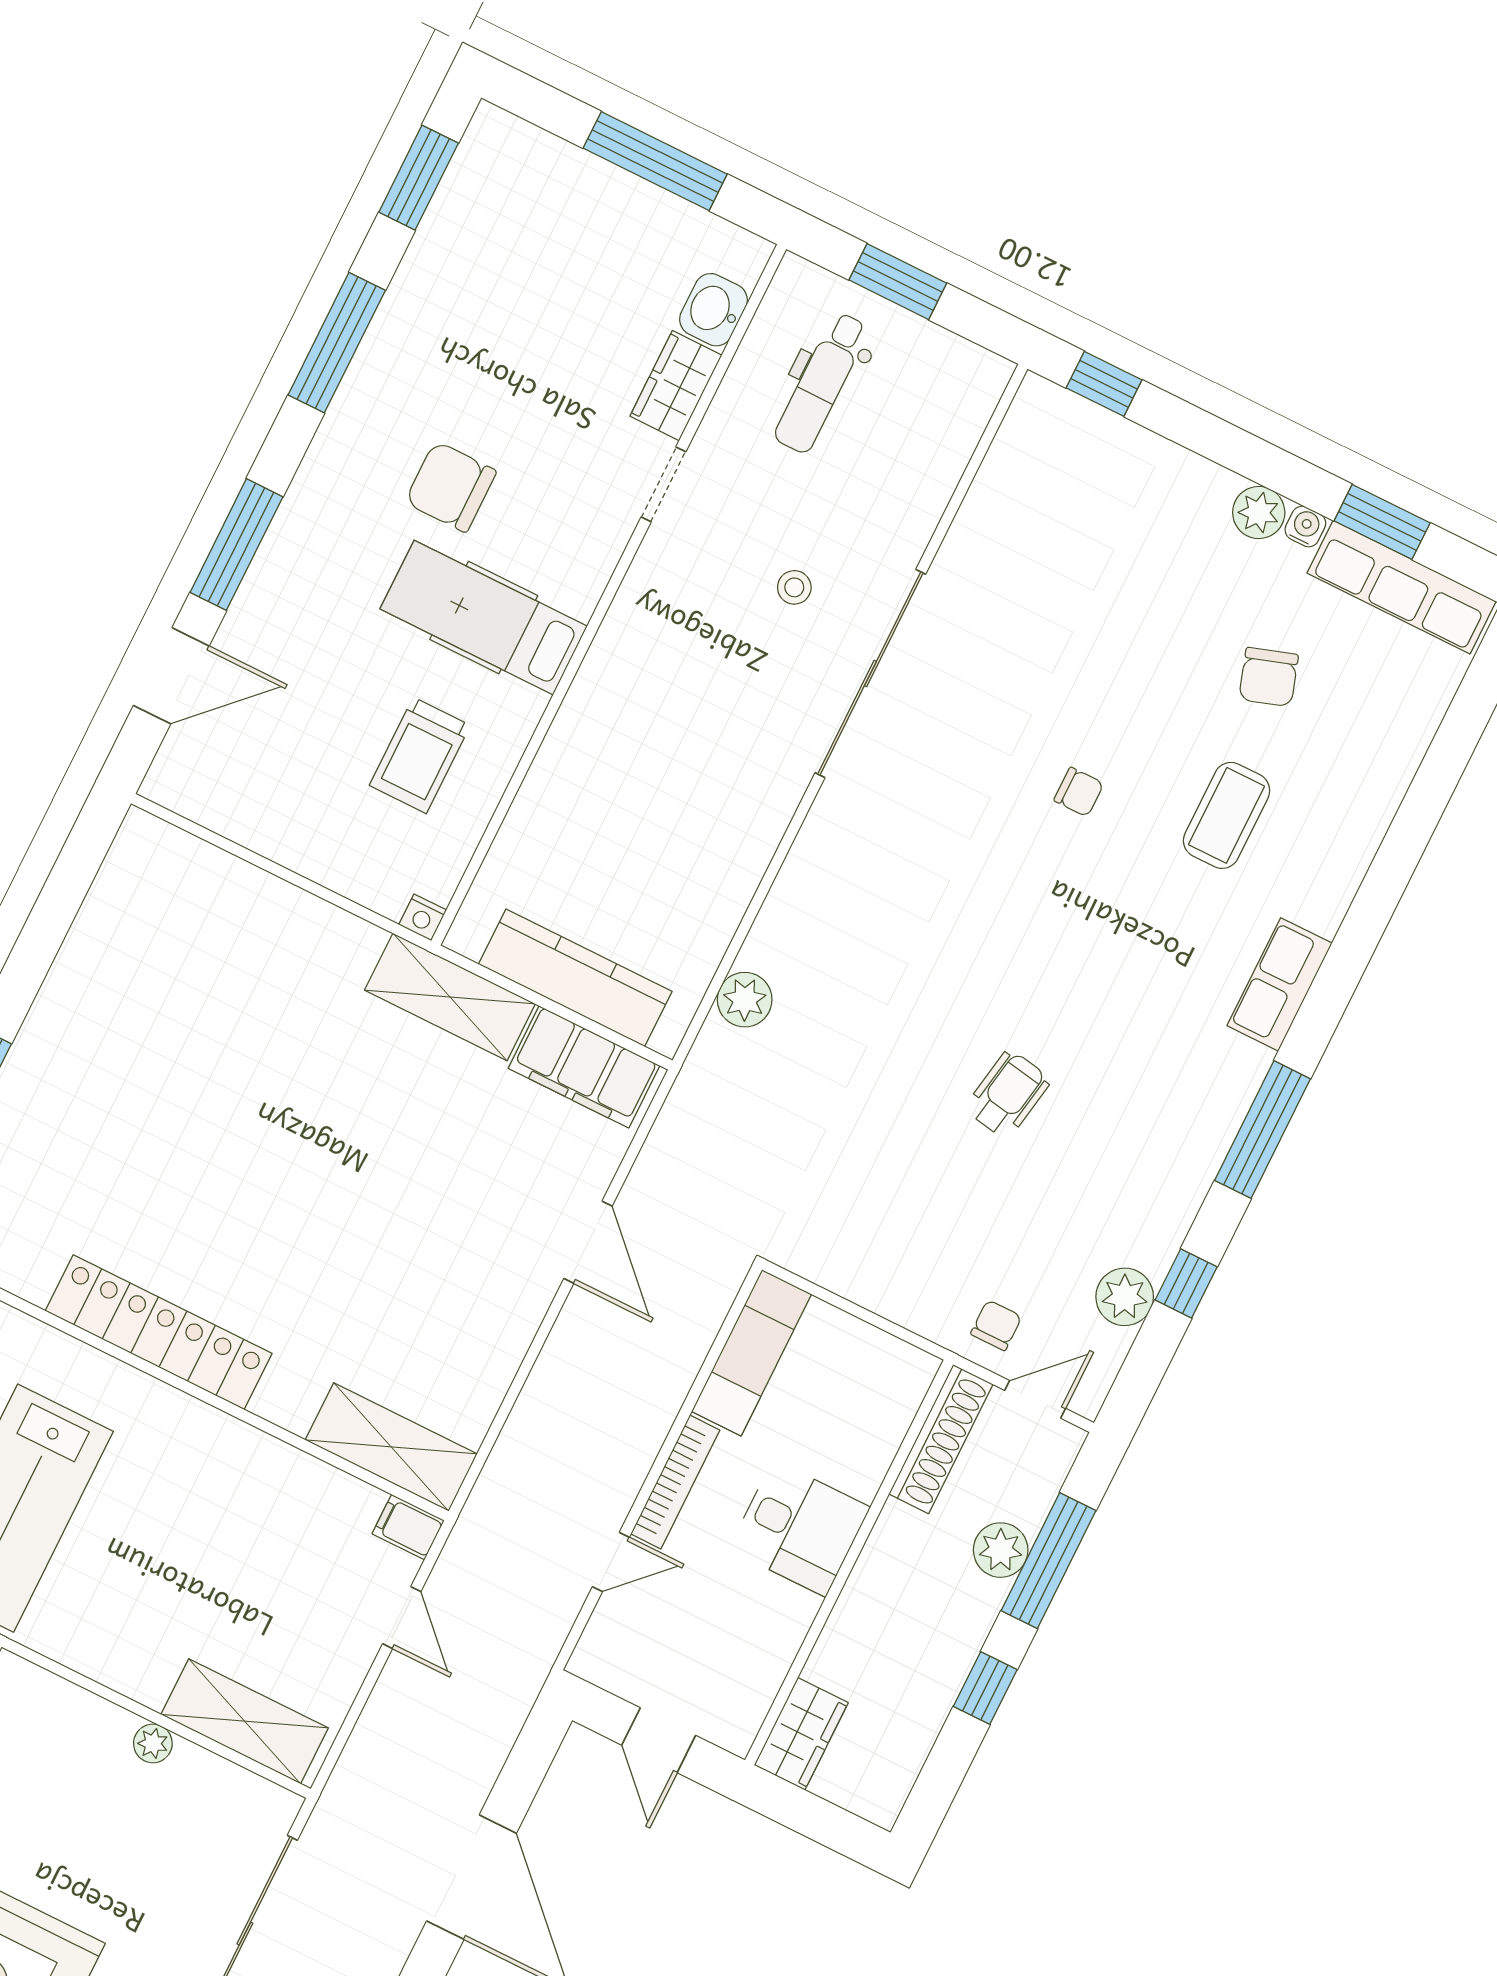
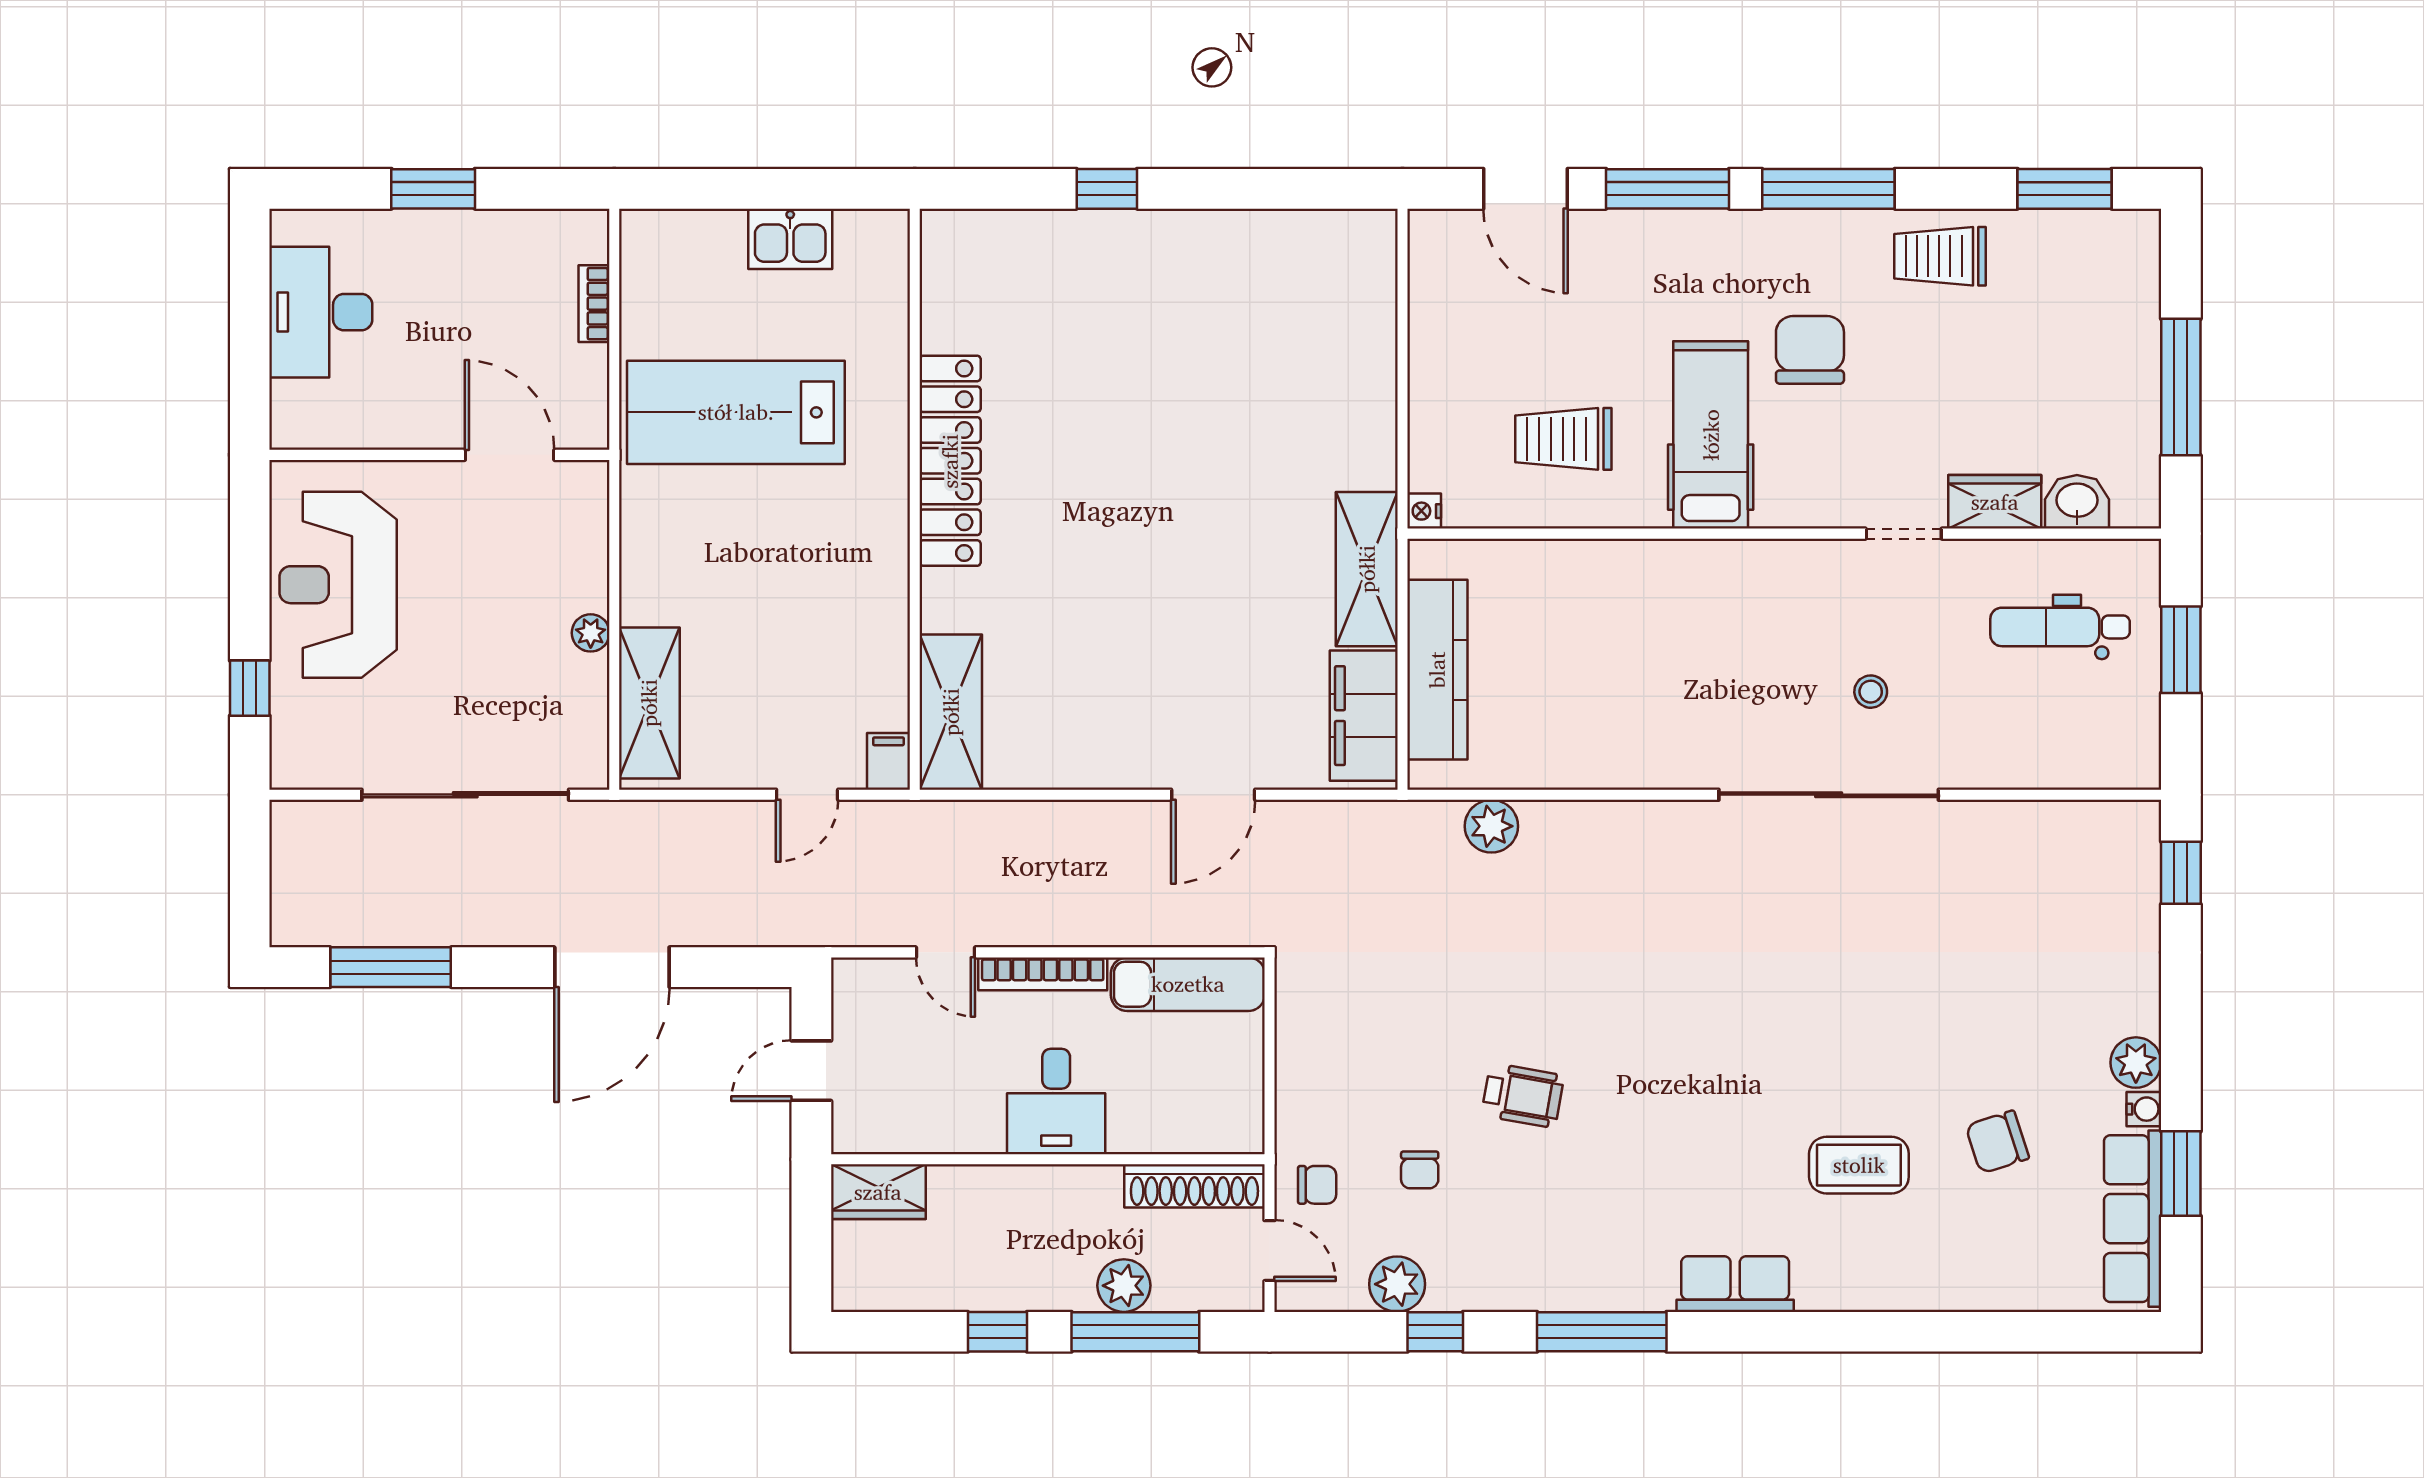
trolley: (424, 324) -> (1940, 256), added
window: (337, 343) -> (1828, 189), moved
chair: (1079, 792) -> (1420, 1170), moved

